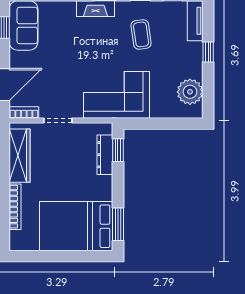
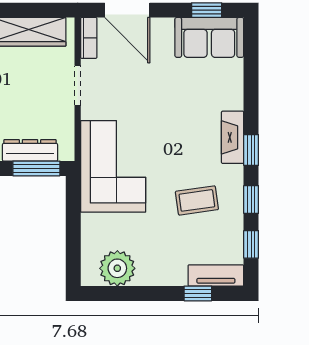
window: (208, 52) -> (198, 293), moved
window: (118, 150) -> (36, 168), width x1.50

